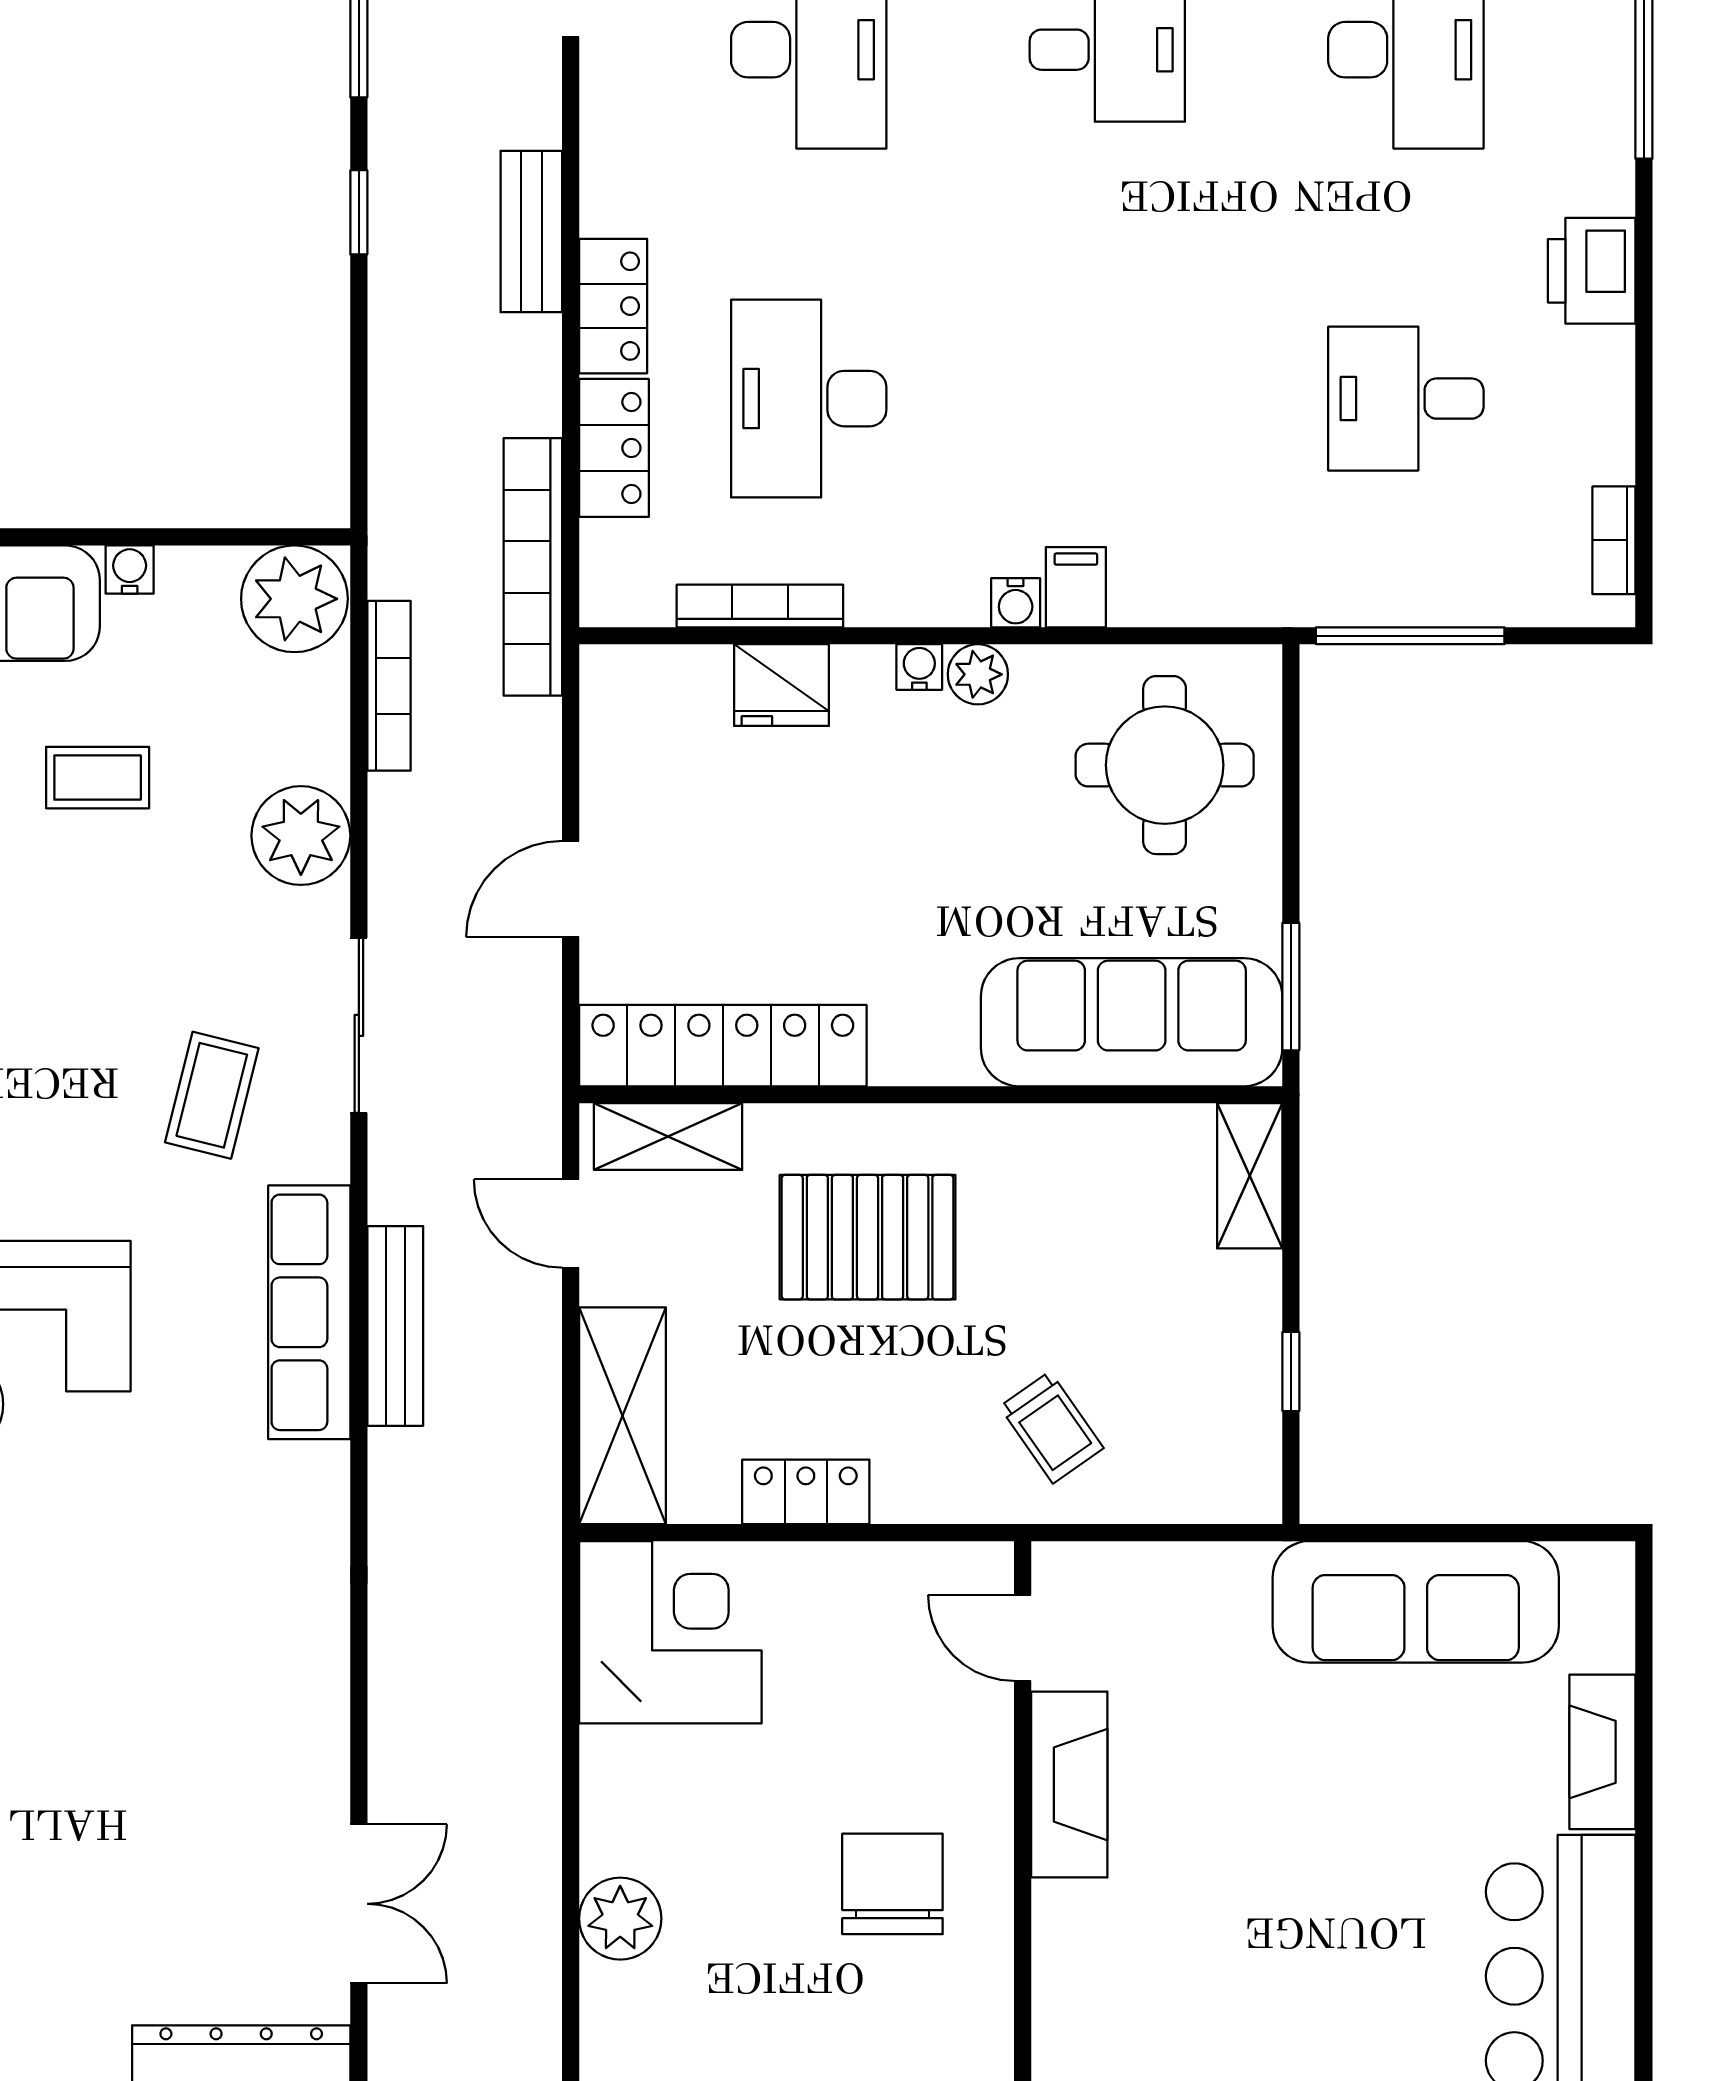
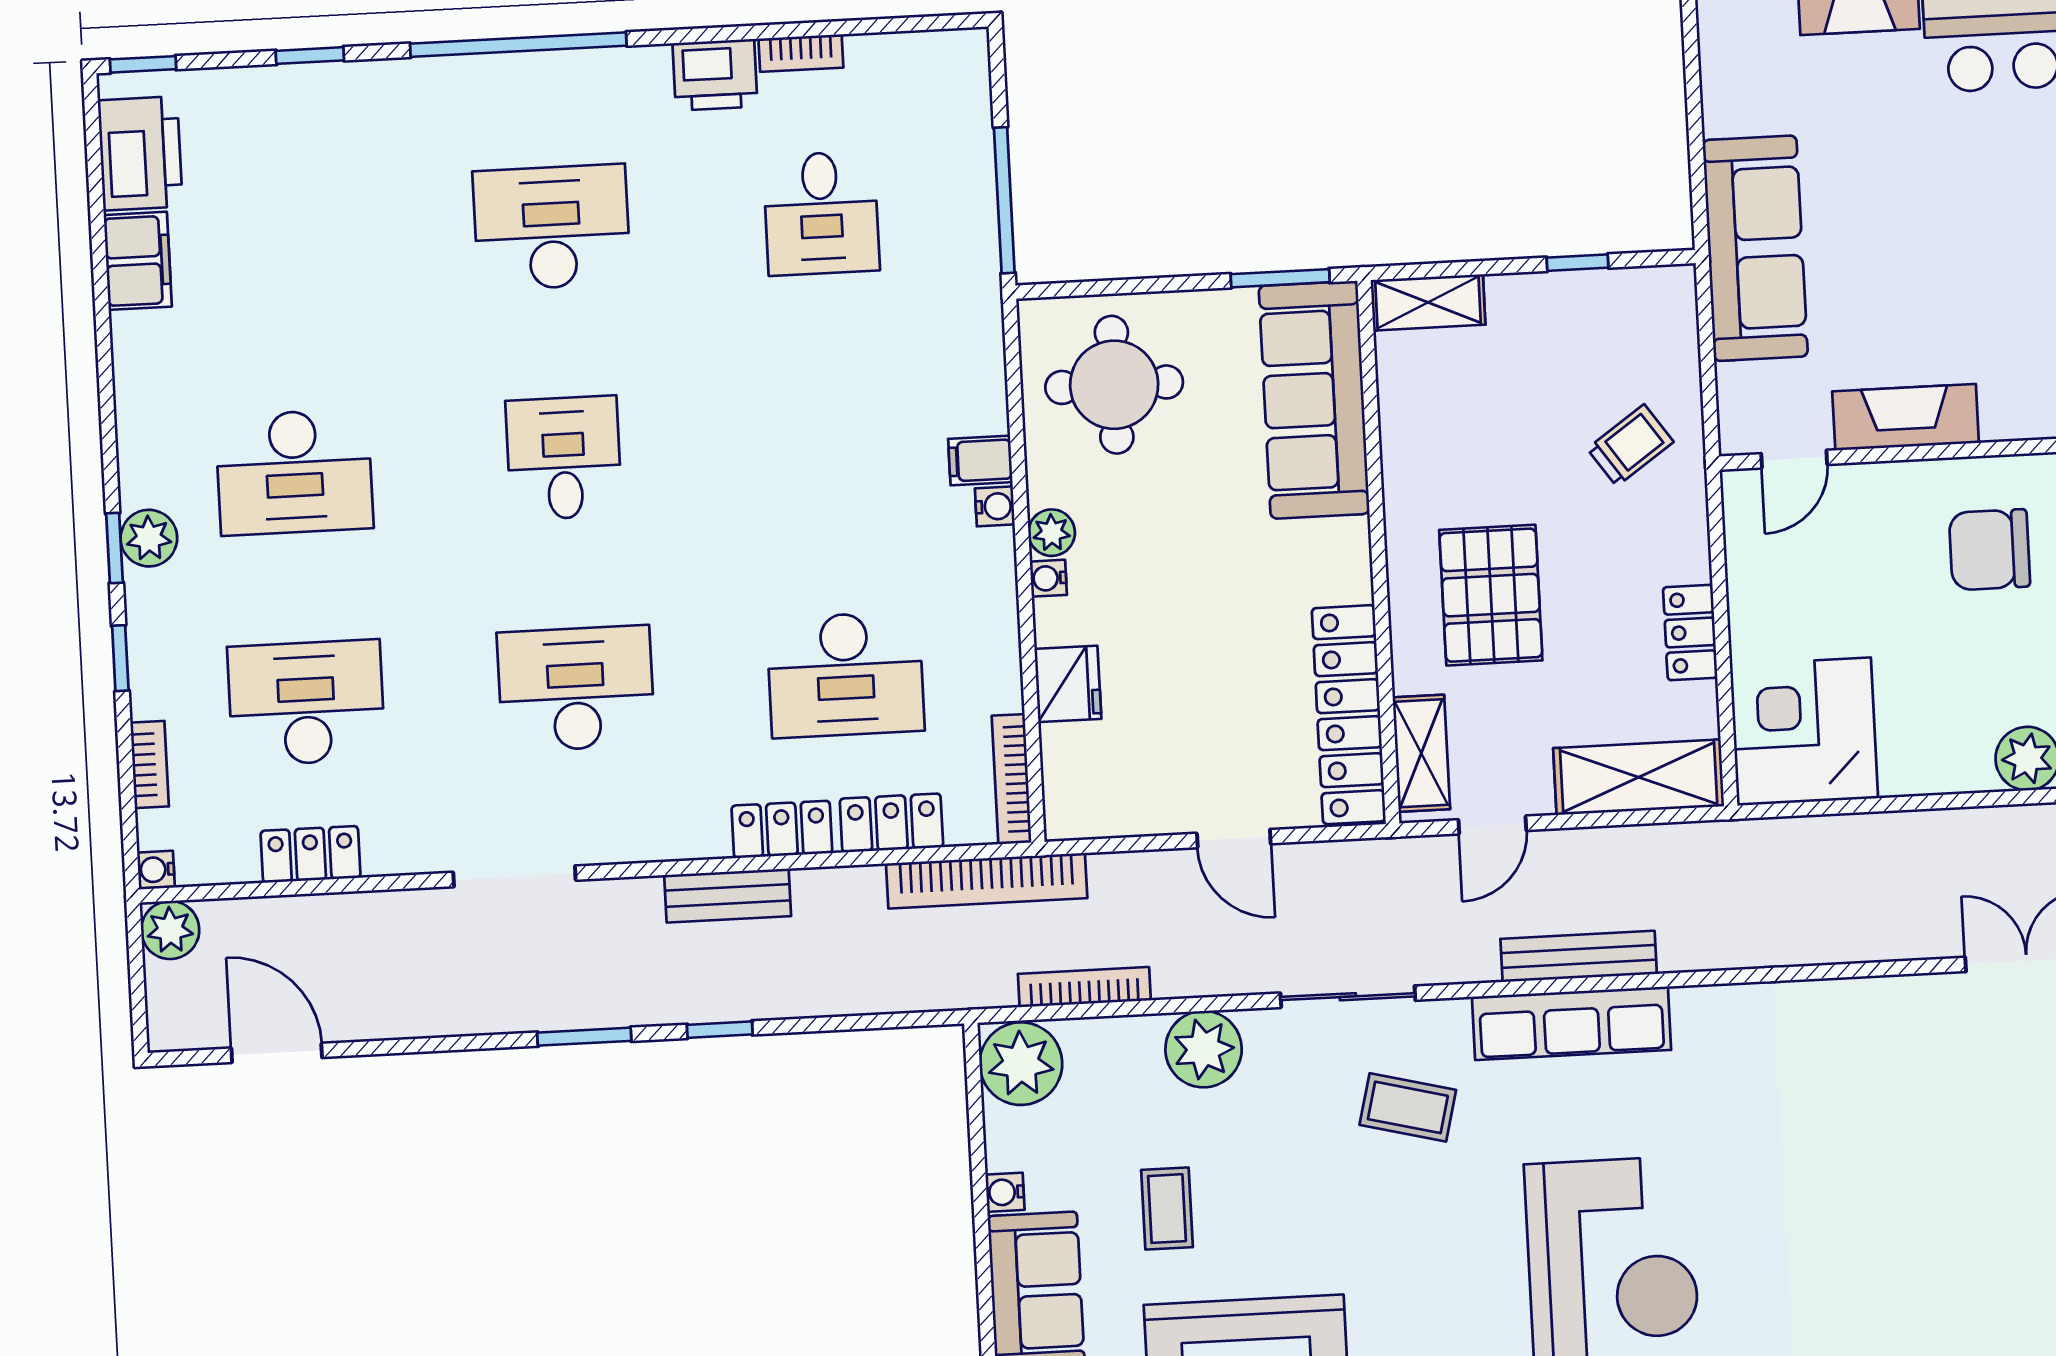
bookcase: (1614, 540) -> (801, 53), moved
bookcase: (760, 606) -> (1012, 779), moved
sofa: (1416, 1602) -> (1755, 248), moved

